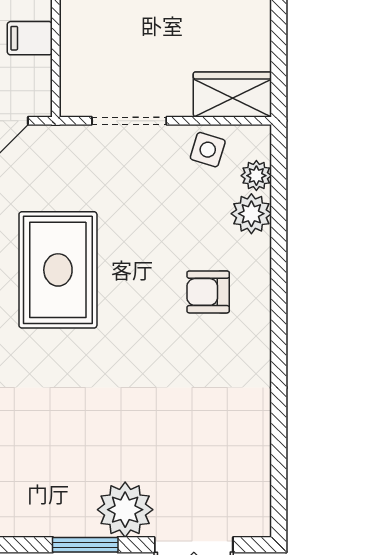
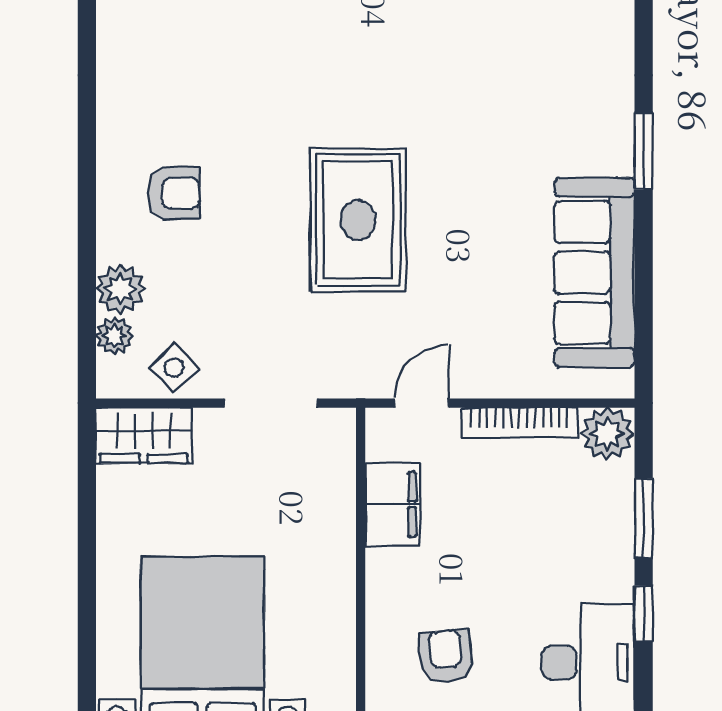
filing cabinet: (30, 38) -> (393, 505), width x2.00
side table: (208, 150) -> (174, 368), turned 30

